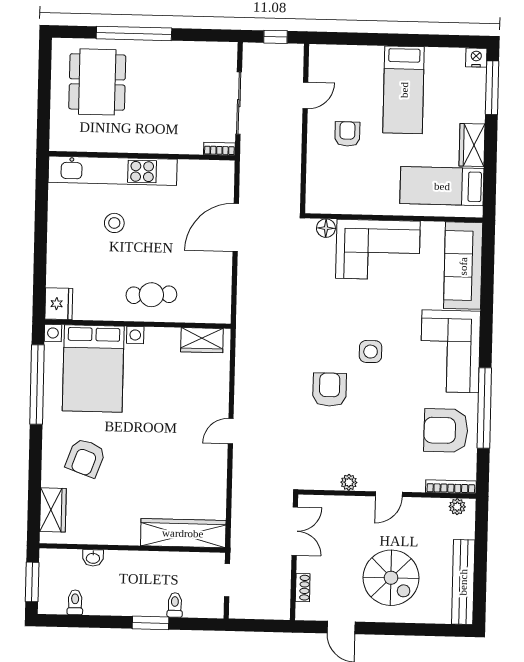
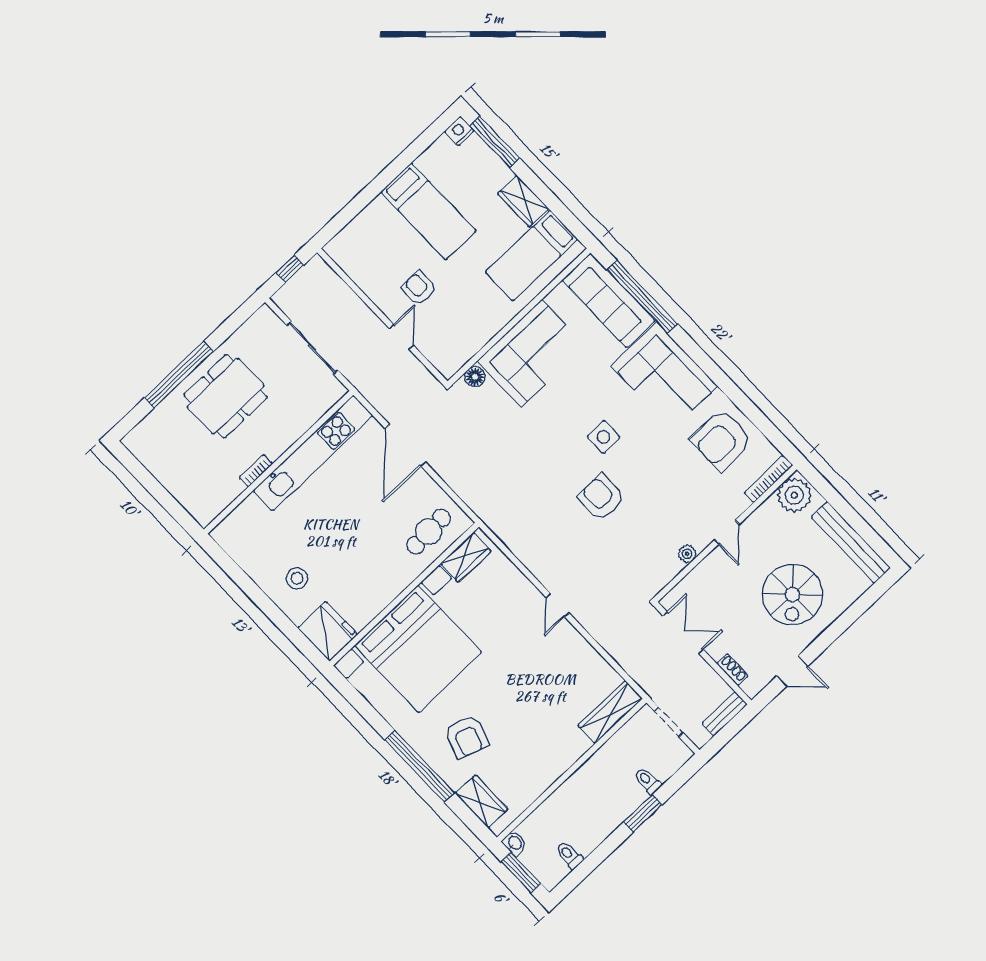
dining table: (97, 82) -> (226, 396), moved, turned 90
door: (305, 95) -> (401, 337), moved
bookcase: (219, 149) -> (256, 471), moved
kitchen unit: (113, 171) -> (313, 453), moved
stool: (114, 223) -> (297, 578), moved
cafe table: (151, 295) -> (429, 532), moved
fridge: (59, 304) -> (328, 631), width x1.36, depth x1.34
bed with nightstands: (93, 368) -> (418, 649), width x1.36
window: (37, 385) -> (420, 766), moved
window: (484, 408) -> (642, 297), moved
plant: (457, 507) -> (794, 495), width x1.87, depth x1.87
wardrobe: (183, 533) -> (610, 712), width x0.71, depth x0.85
washbasin: (93, 558) -> (515, 843), moved, turned -90
spiral stairs: (391, 578) -> (792, 595), turned 90
bench: (269, 611) -> (725, 714), added

